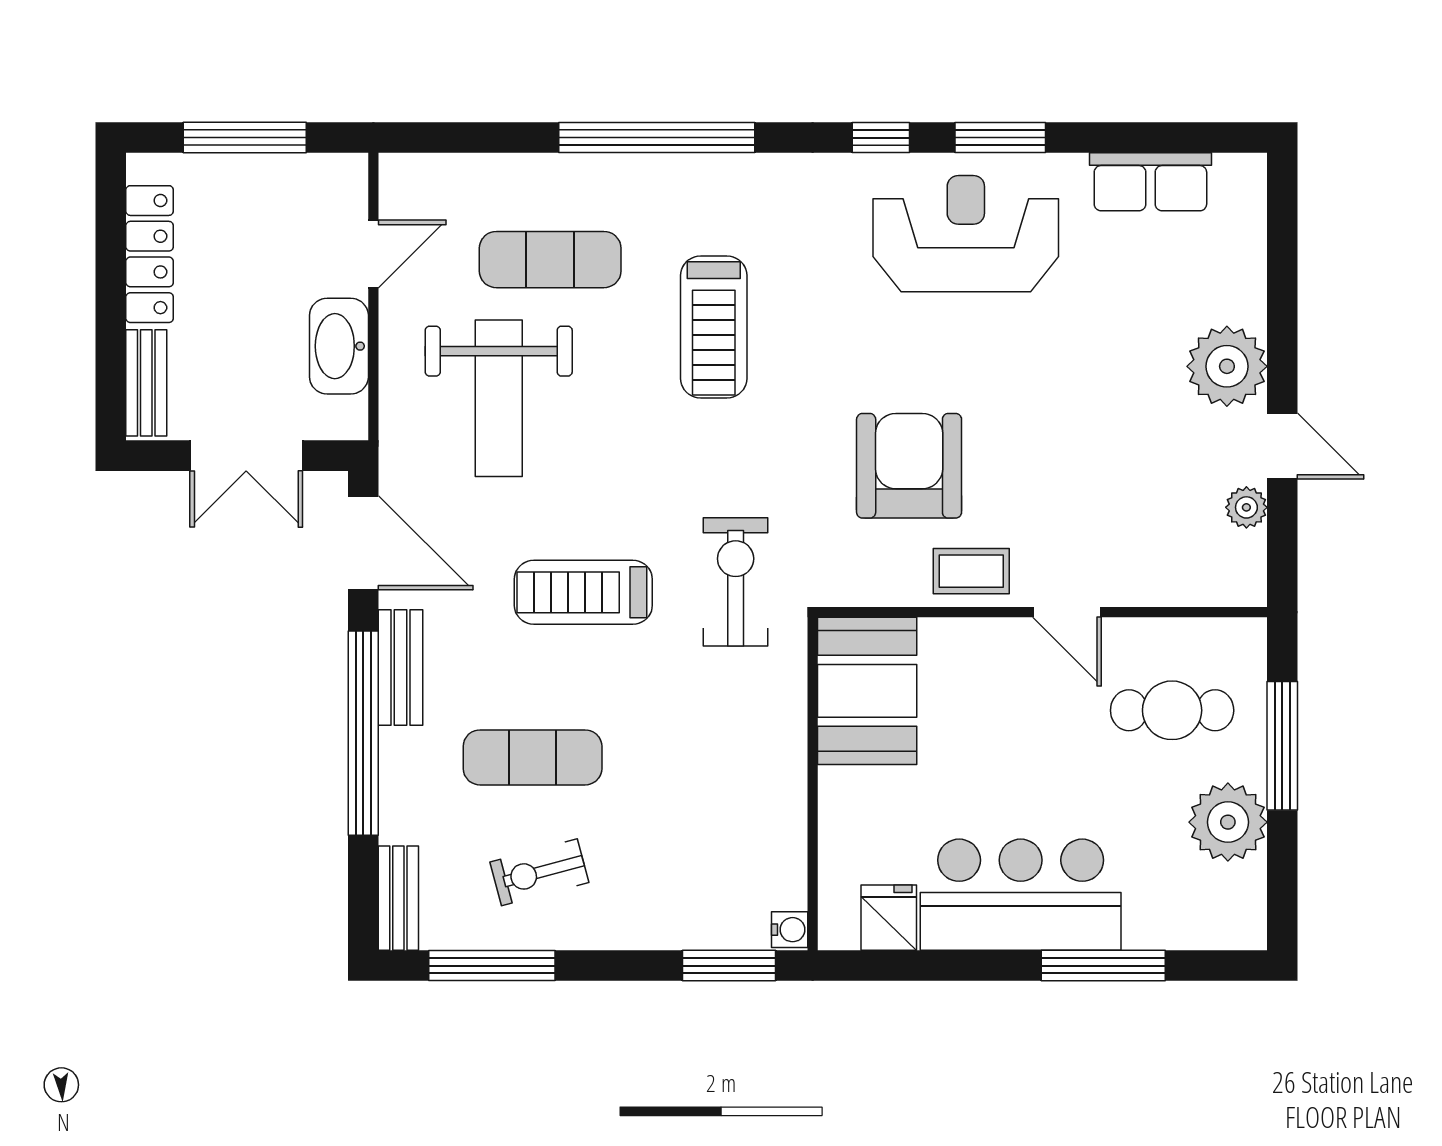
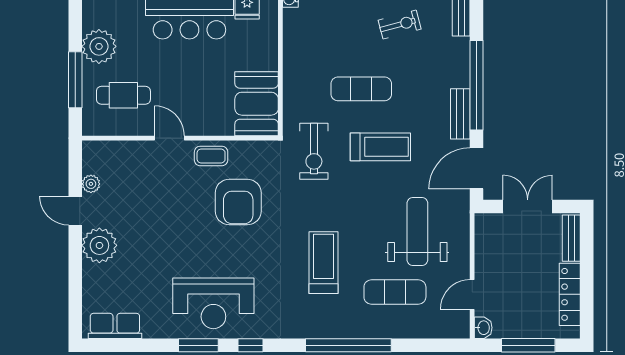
row of seats: (1150, 182) -> (115, 326), moved
washbasin: (339, 346) -> (483, 328), moved, width x0.52, depth x0.69
door: (363, 543) -> (476, 168), hinge flipped
exercise mat: (533, 757) -> (361, 89), moved

